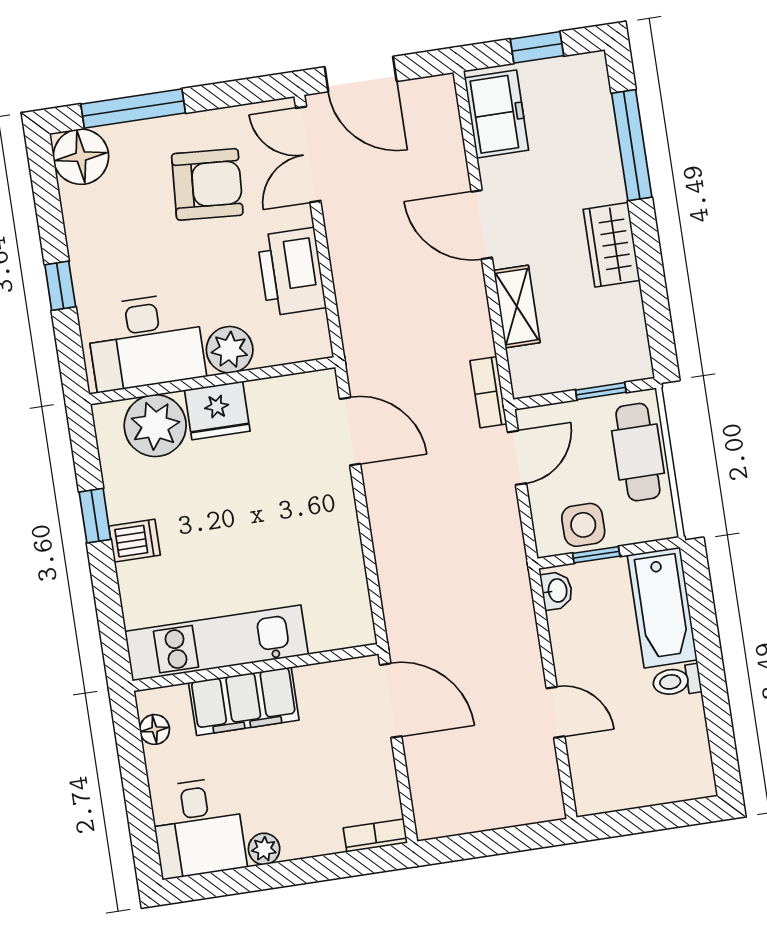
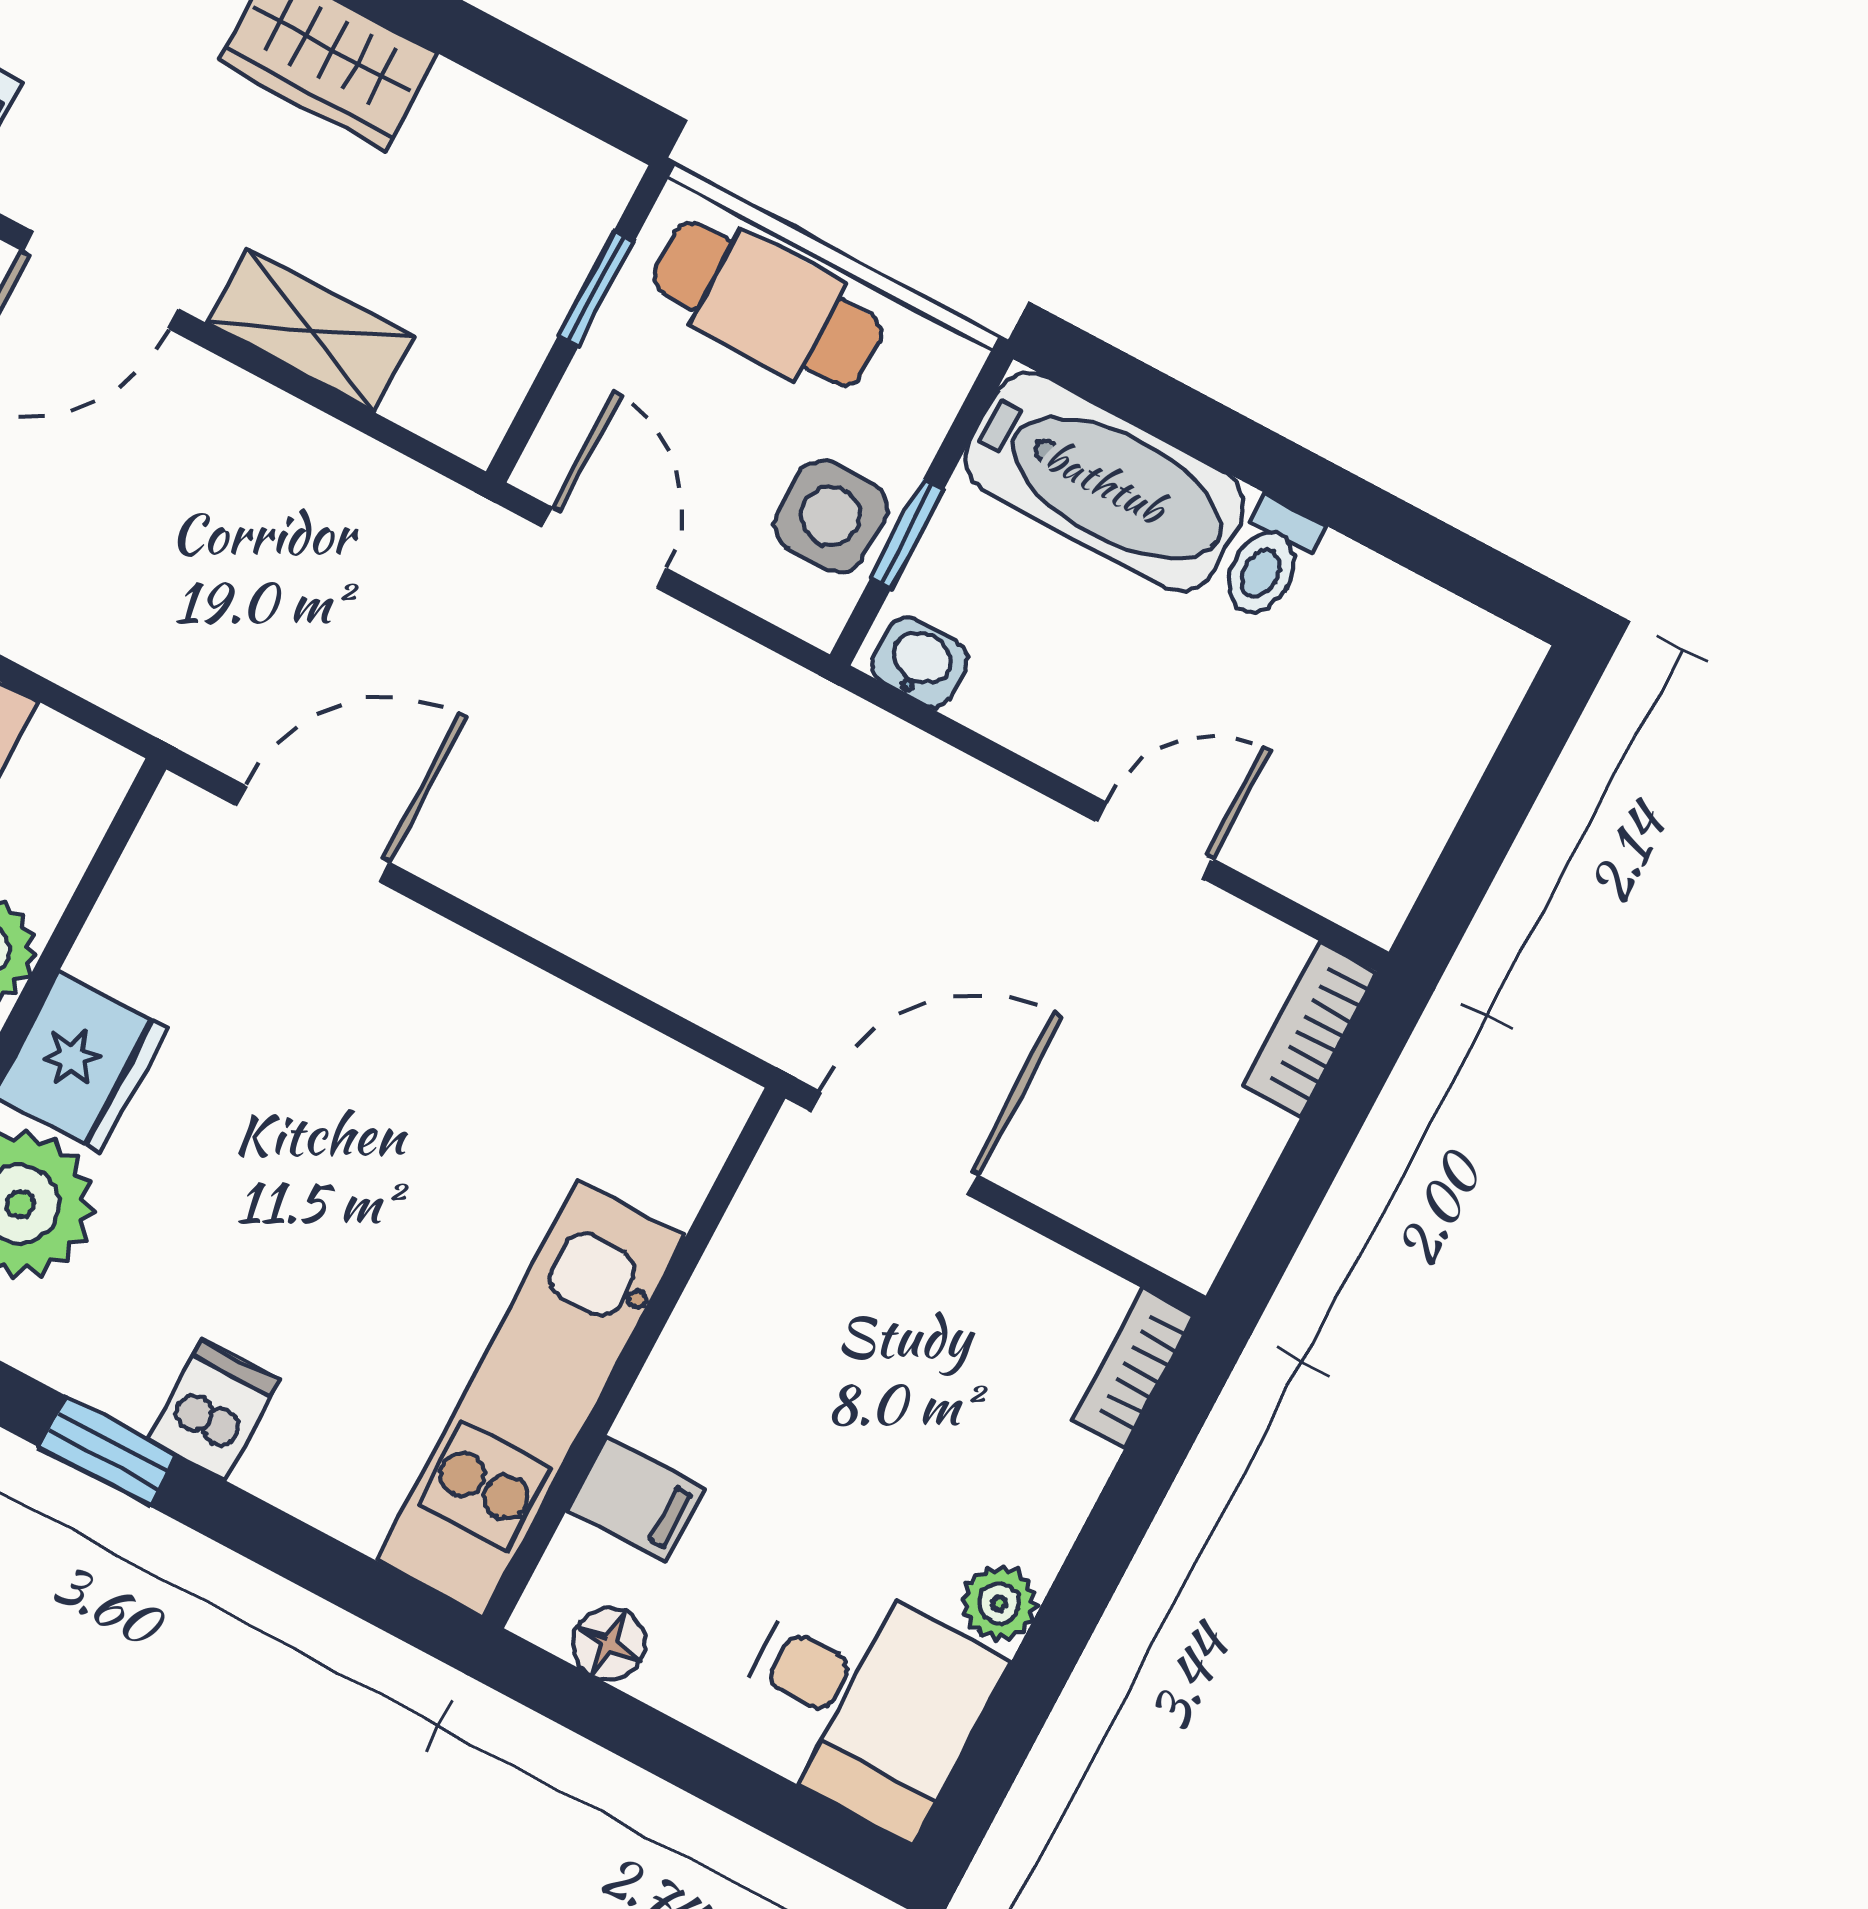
bookcase: (488, 392) -> (1310, 1029), moved, turned 90
filing cabinet: (244, 701) -> (636, 1499), width x0.33, depth x0.86

